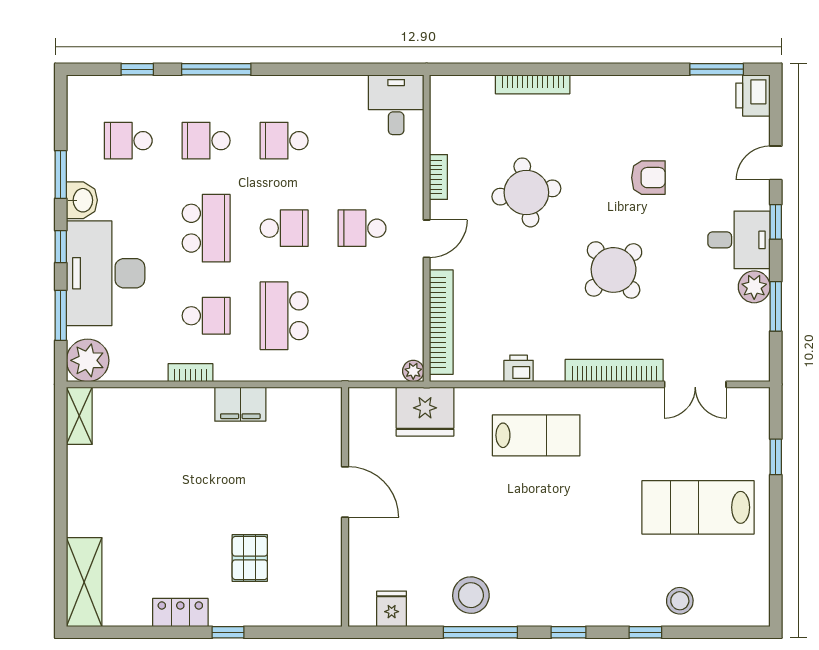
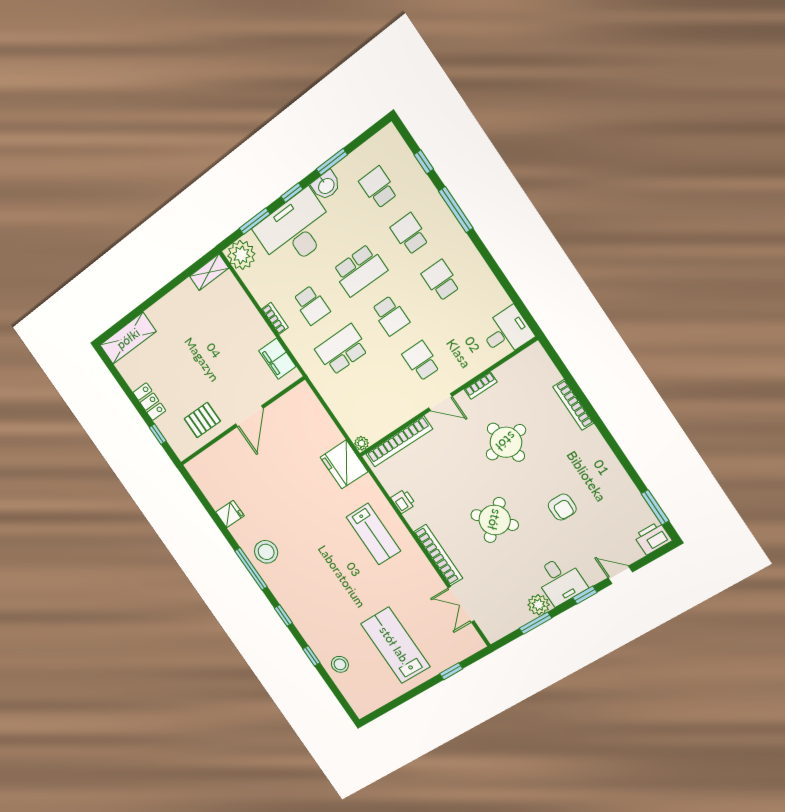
door: (345, 492) -> (249, 416), moved
wall: (345, 507) -> (242, 422), moved

